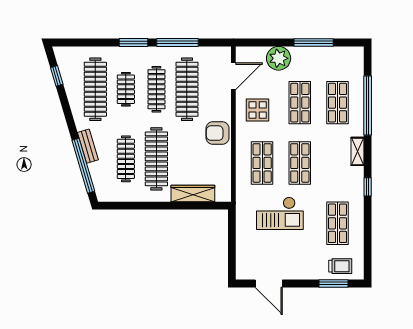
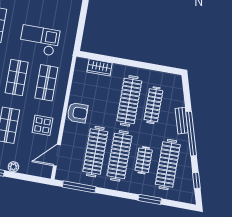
window: (134, 42) -> (150, 199), moved
window: (178, 42) -> (79, 187), moved
plant: (279, 58) -> (13, 167), width x0.53, depth x0.53
clothes rail: (156, 89) -> (119, 156), width x1.37, depth x1.31
window: (83, 166) -> (191, 134), moved
wardrobe: (193, 193) -> (100, 67), width x0.67

